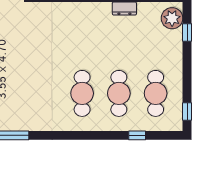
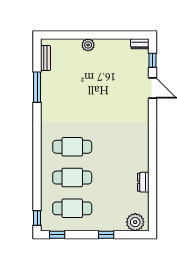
window: (187, 32) -> (106, 235), moved
window: (137, 135) -> (37, 218), moved

